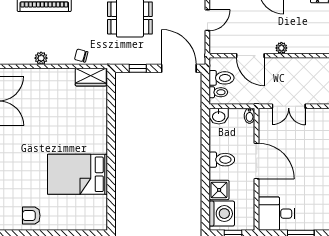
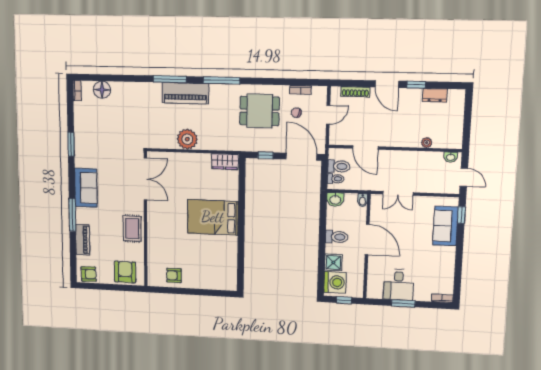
plant: (281, 48) -> (427, 143), moved
chair: (81, 56) -> (296, 113), moved
plant: (41, 58) -> (187, 139), width x1.88, depth x1.88
bed: (77, 174) -> (213, 217), moved
desk: (276, 214) -> (398, 285), moved, turned -90

